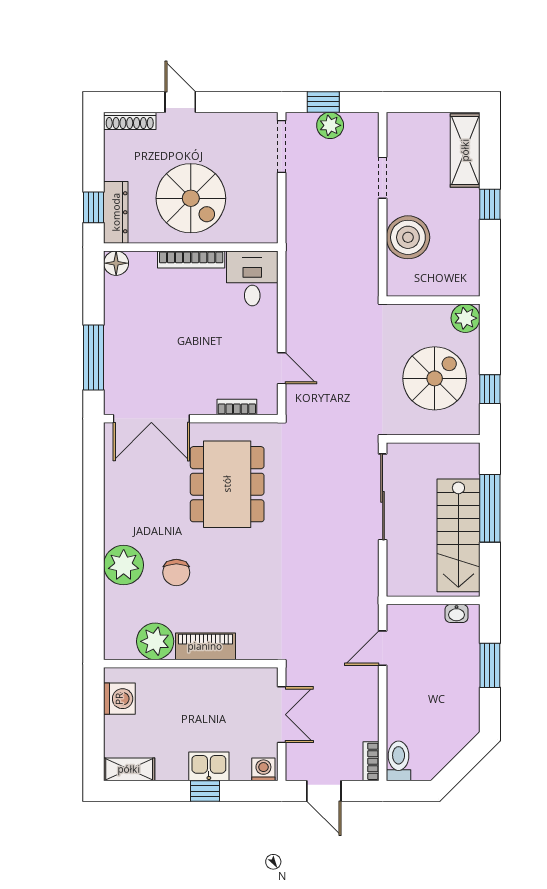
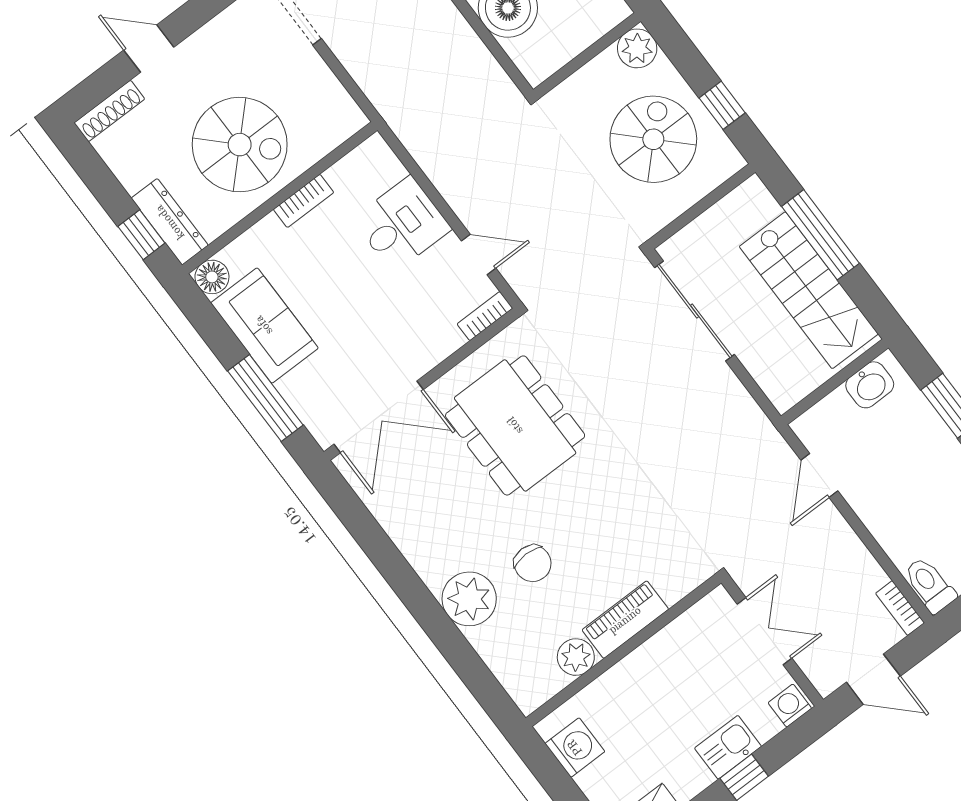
bookcase: (191, 259) -> (304, 201), width x0.64
desk: (252, 278) -> (402, 224), moved, turned 90
sofa: (125, 315) -> (264, 325), added
bookcase: (237, 407) -> (485, 316), moved
washbasin: (457, 613) -> (870, 385), width x1.38, depth x1.45
plant: (155, 641) -> (576, 657), width x0.73, depth x0.73

